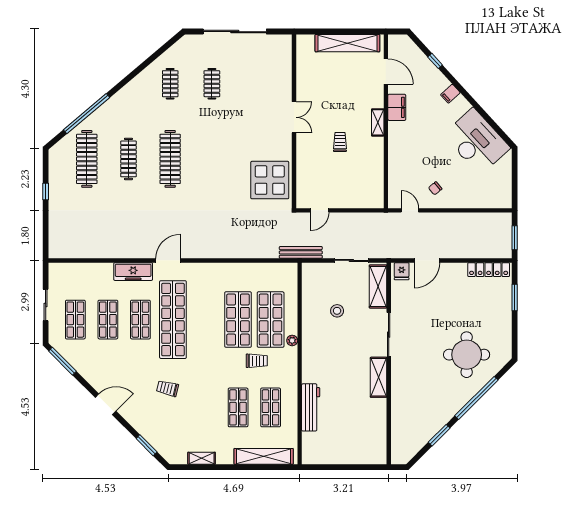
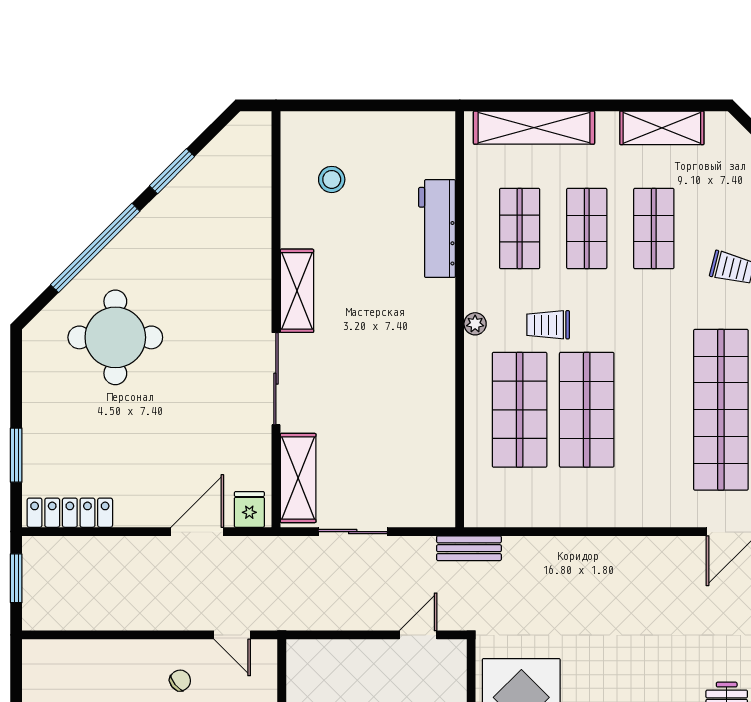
bench: (301, 252) -> (469, 548), width x0.73
stool: (337, 311) -> (332, 179), moved
plant: (292, 340) -> (475, 324), moved
shop shelf: (205, 407) -> (654, 228), added
shelving: (202, 458) -> (662, 128), width x1.50, depth x1.33

